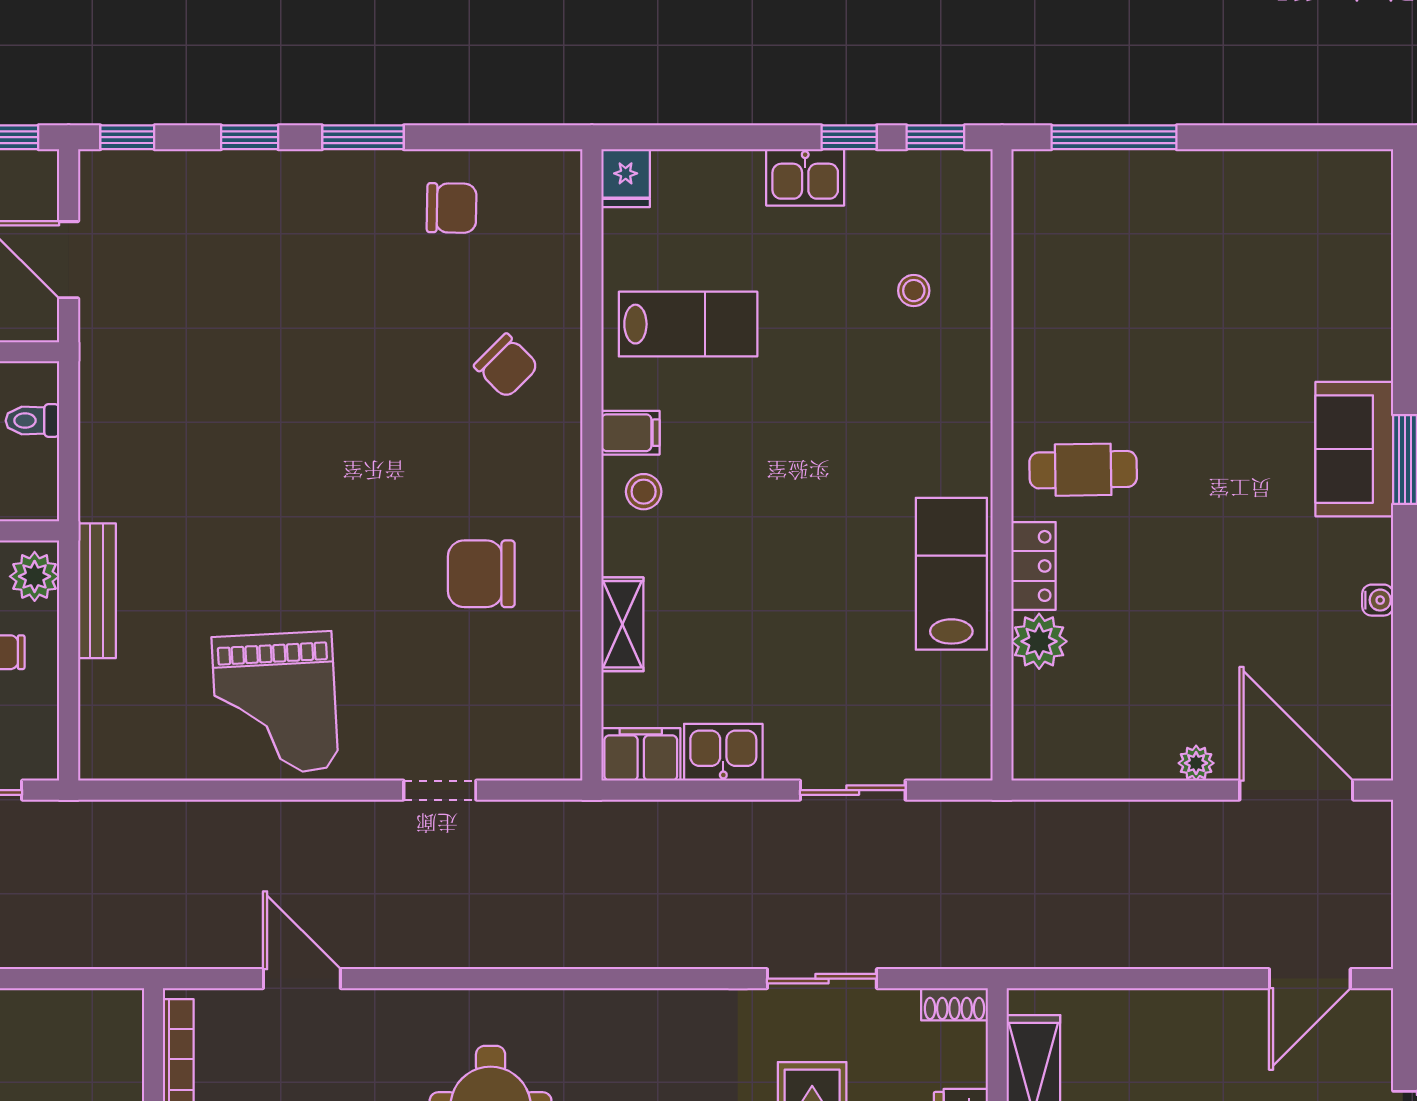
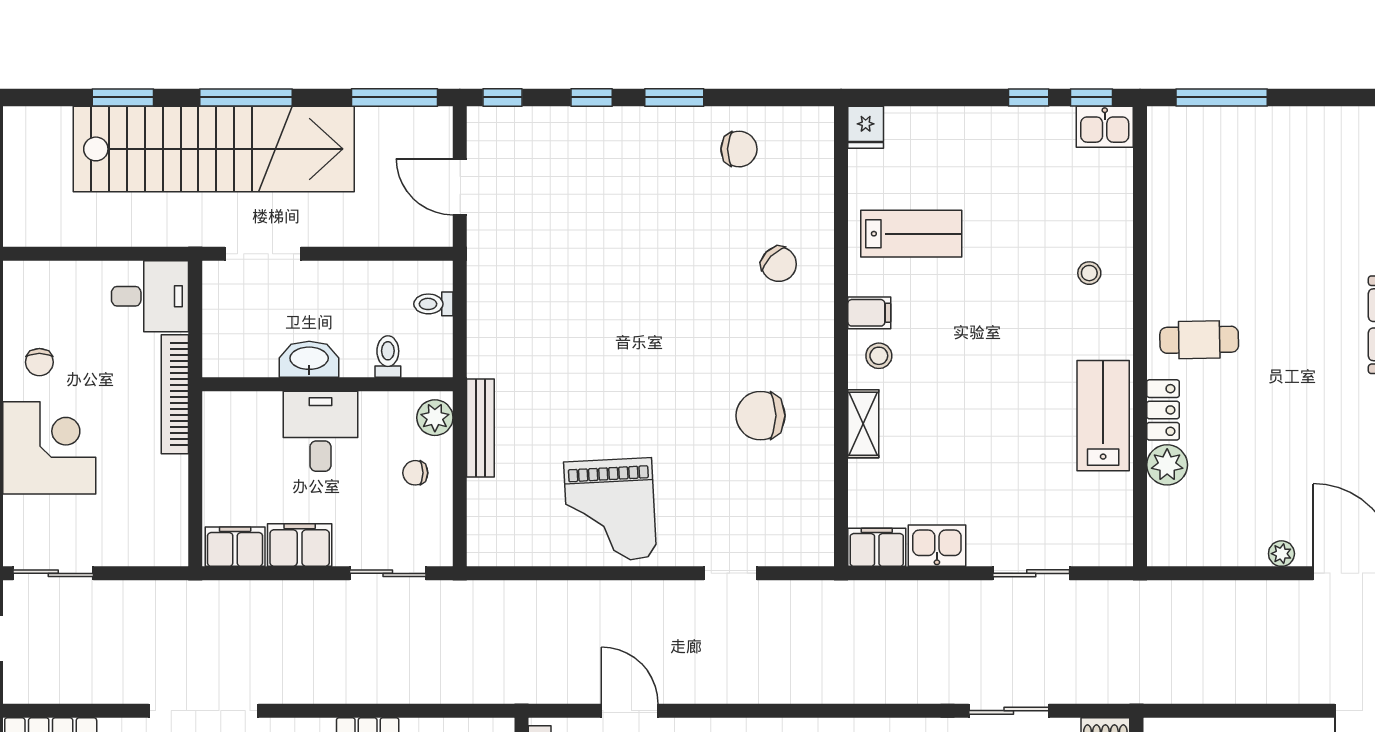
kitchen sink: (805, 177) -> (1105, 127), moved
stool: (914, 291) -> (1089, 273), moved
shelving: (622, 624) -> (863, 424), moved

